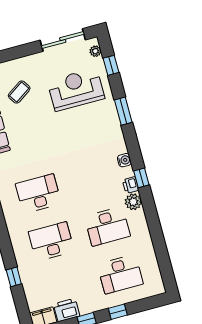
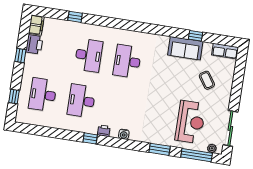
window: (111, 65) -> (197, 155), width x2.17
window: (141, 178) -> (90, 138), moved
desk: (38, 194) -> (127, 61), turned 180
plant: (133, 202) -> (91, 127), removed
window: (118, 312) -> (14, 96), moved

